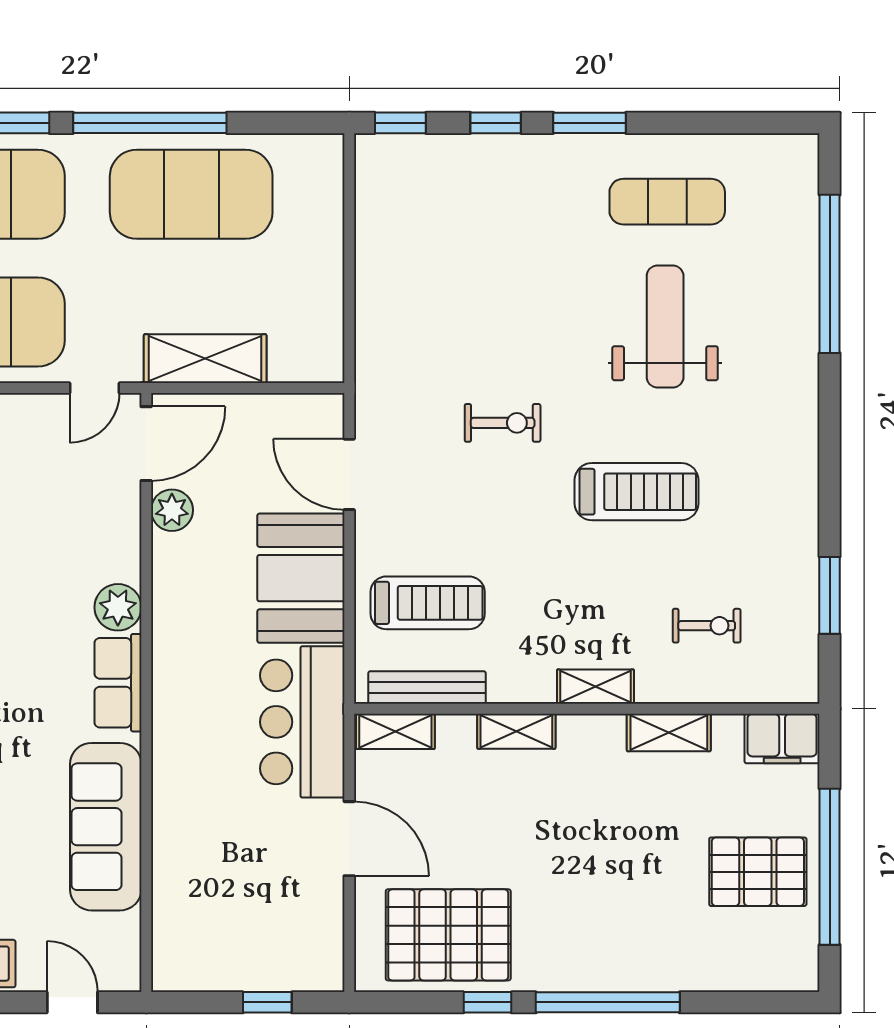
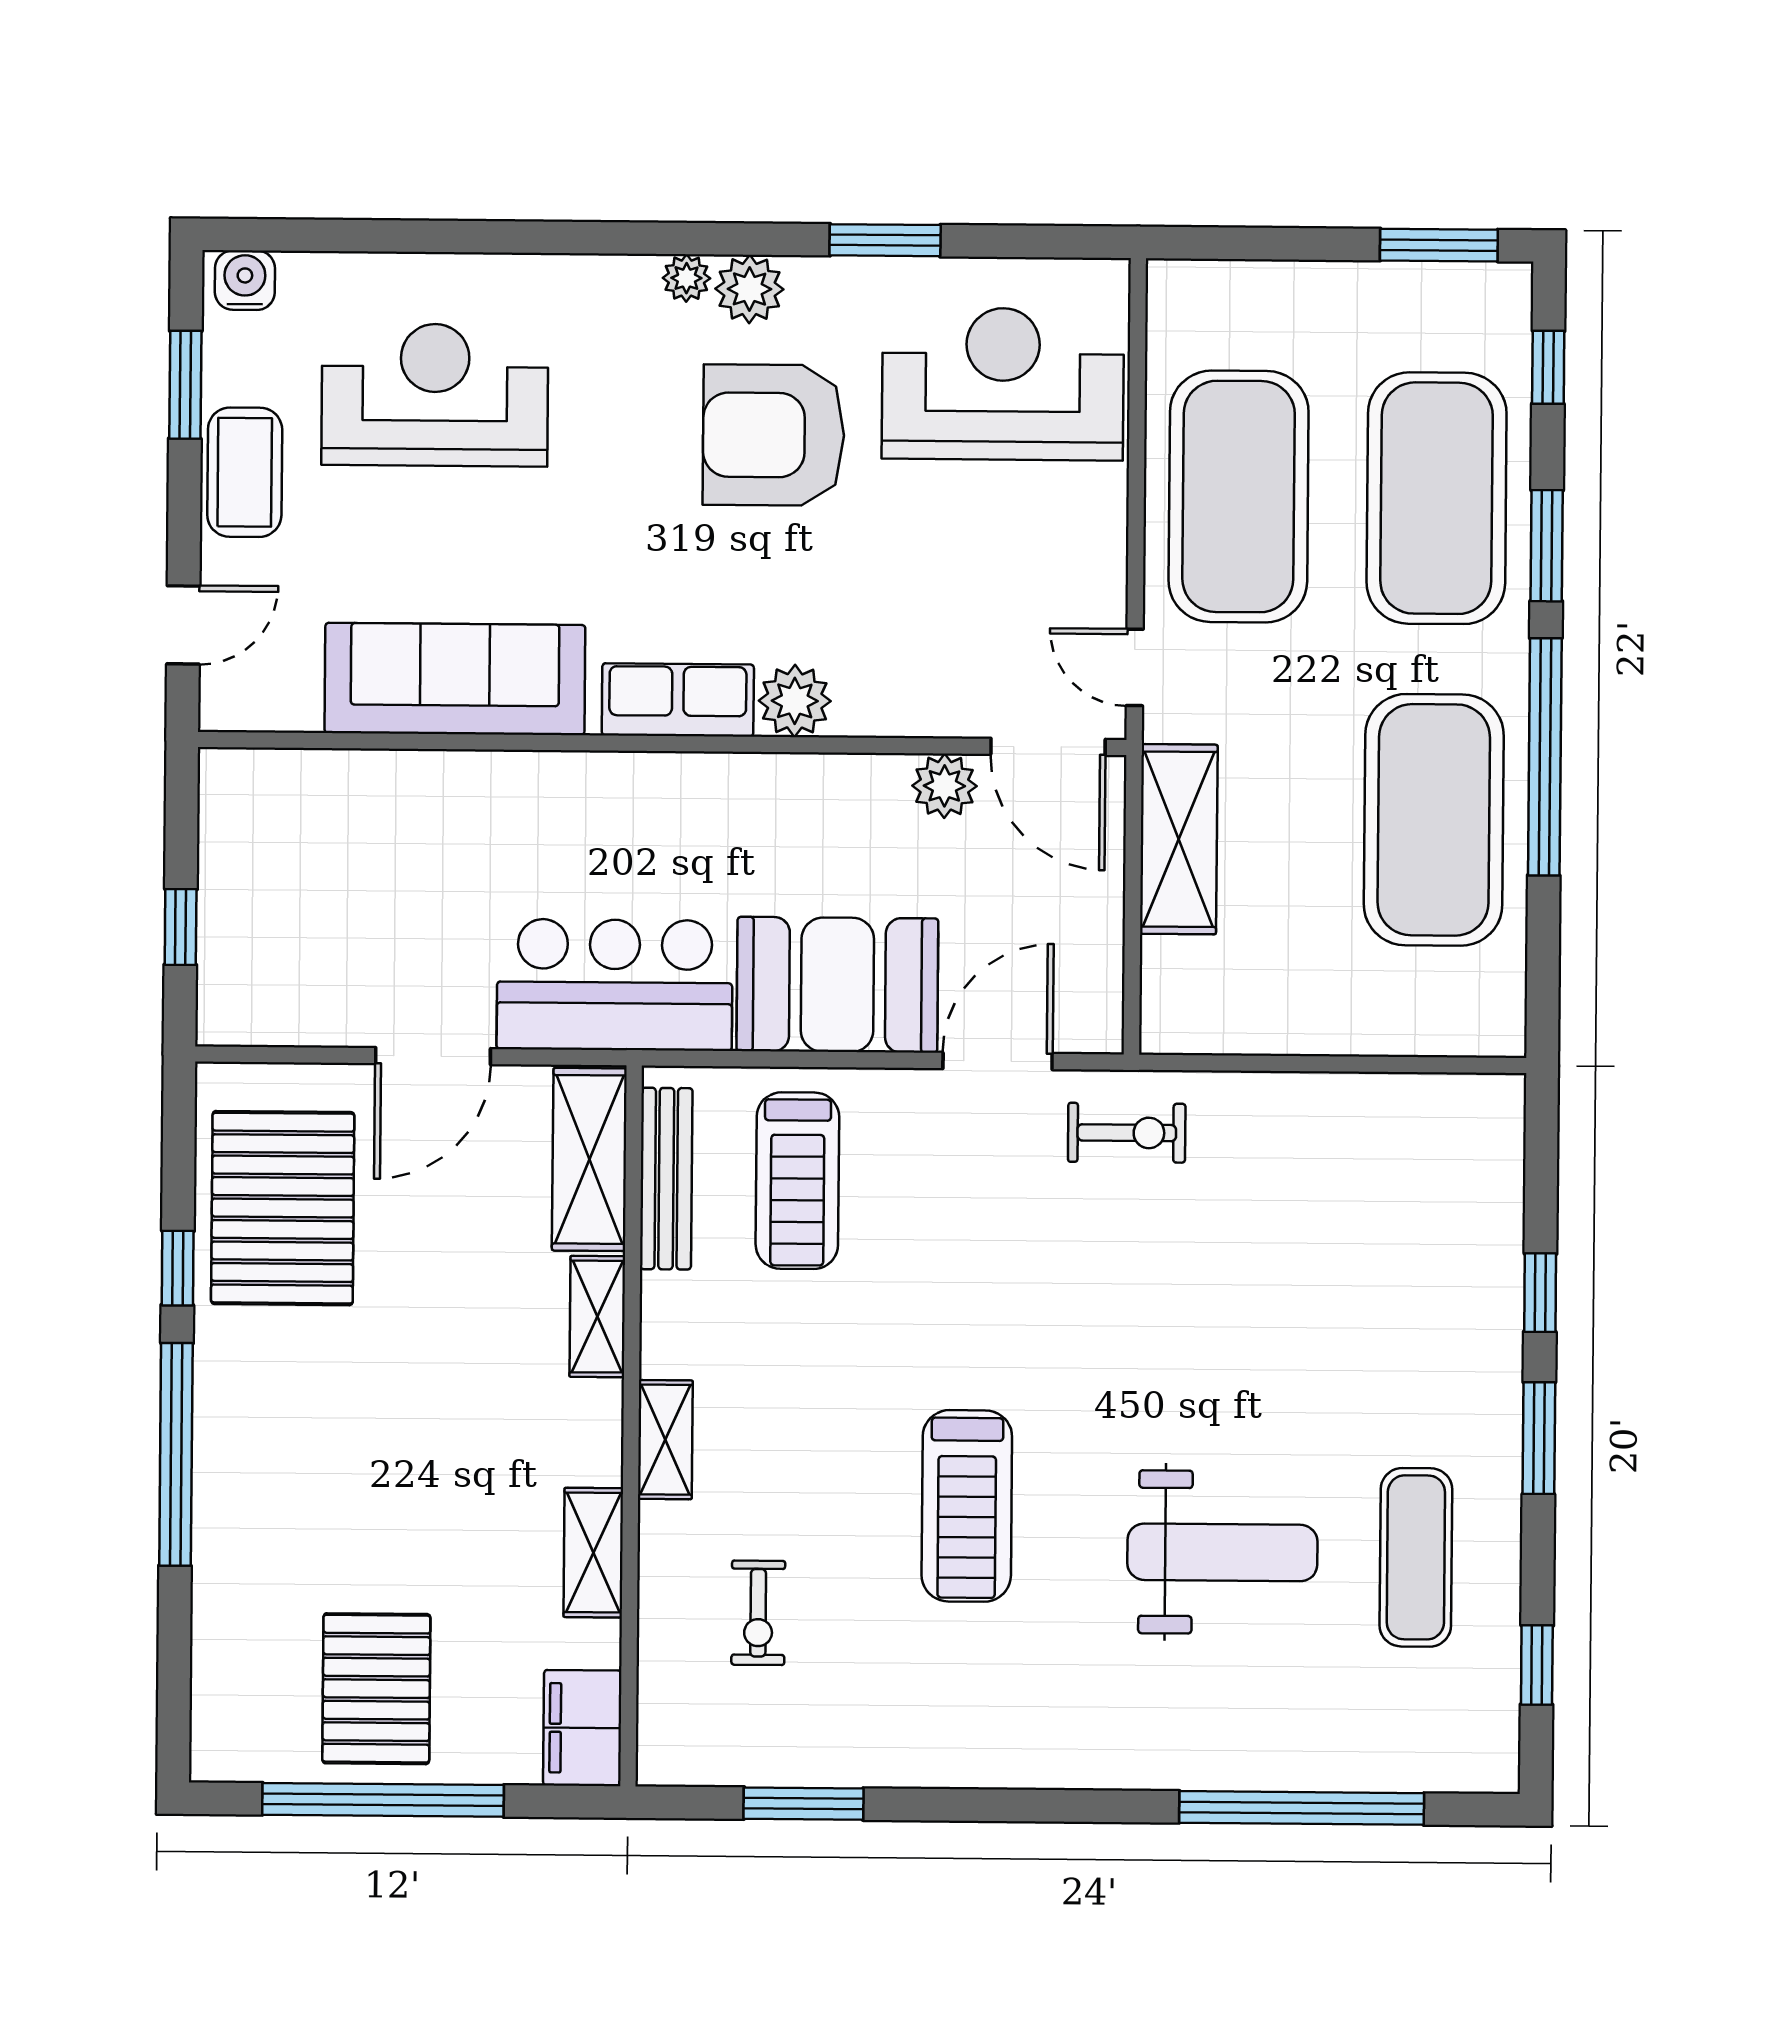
window: (400, 123) -> (1537, 1665), moved
exercise bike: (503, 423) -> (1127, 1133), moved, turned -90
shelving: (395, 731) -> (589, 1159), width x1.50, depth x1.33

